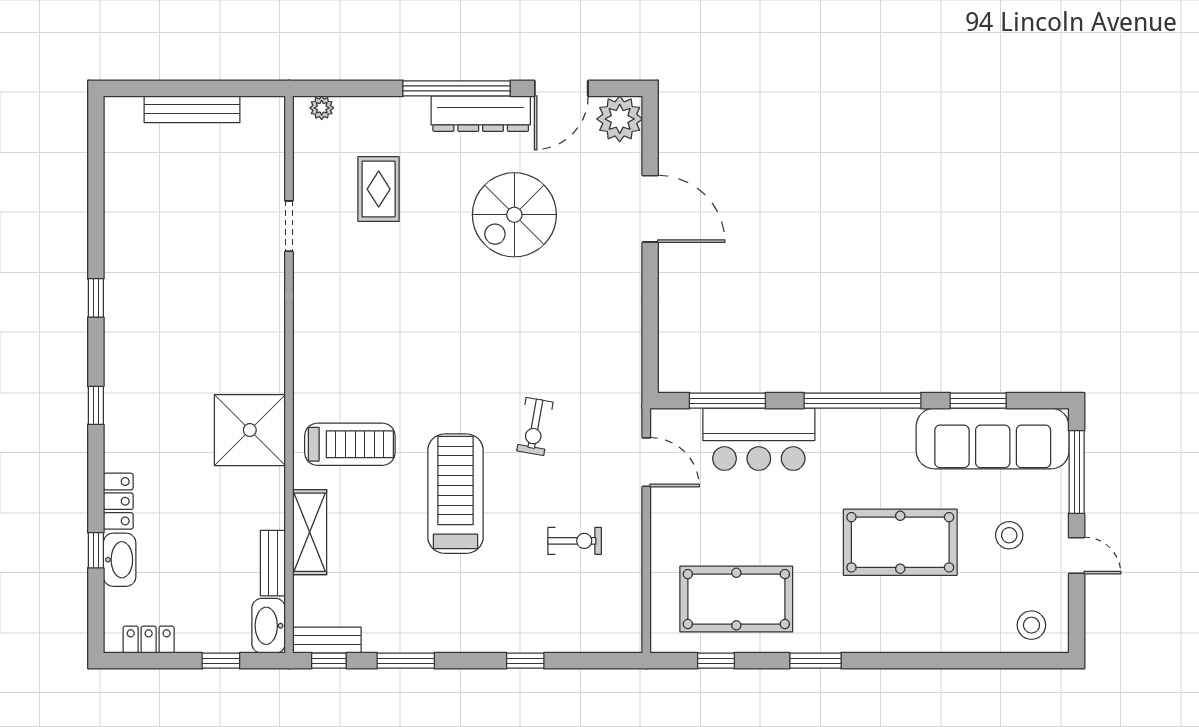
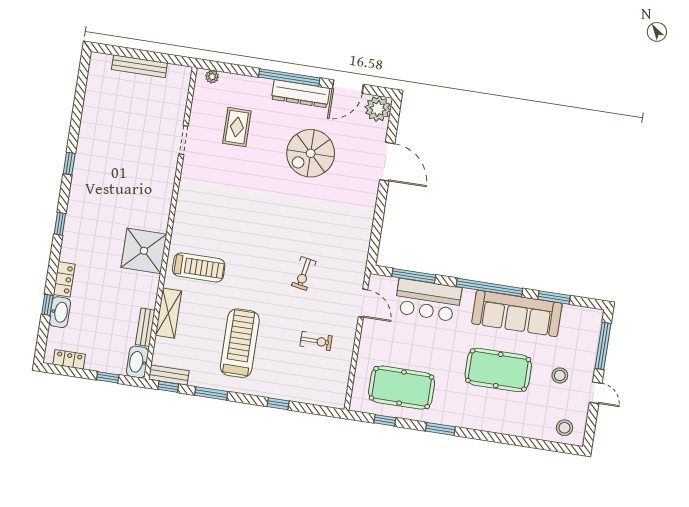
sofa: (993, 439) -> (517, 313), moved
treadmill: (455, 494) -> (240, 343), moved

